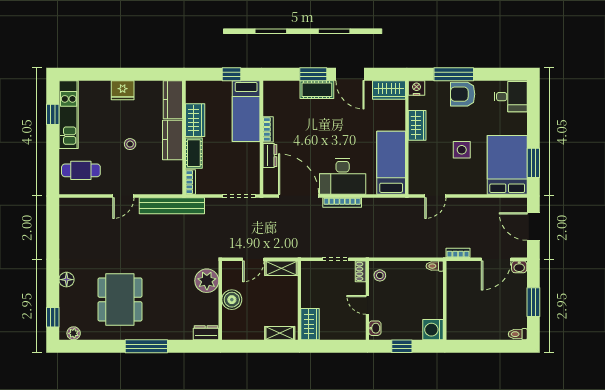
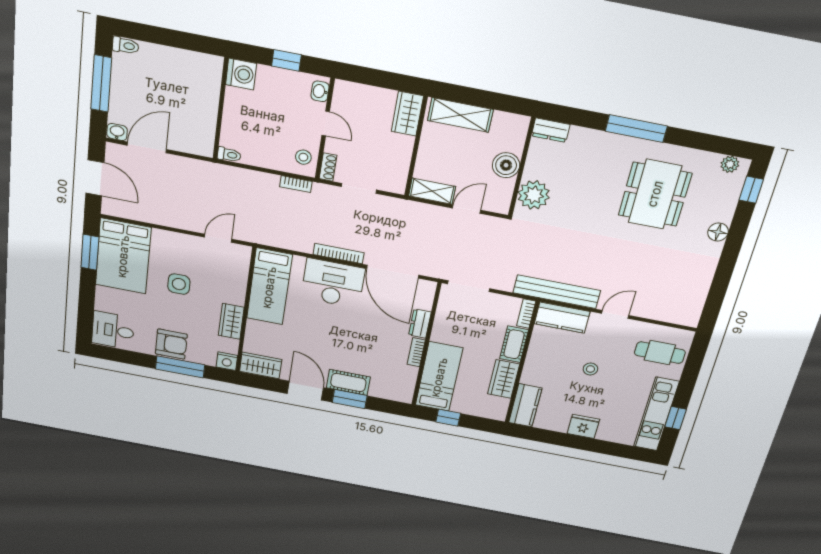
kitchen counter: (172, 140) -> (562, 318), moved, turned 90
bookcase: (458, 253) -> (296, 184), moved
window: (533, 302) -> (101, 84), width x1.44
shelving: (280, 333) -> (460, 115), width x1.50, depth x1.33

